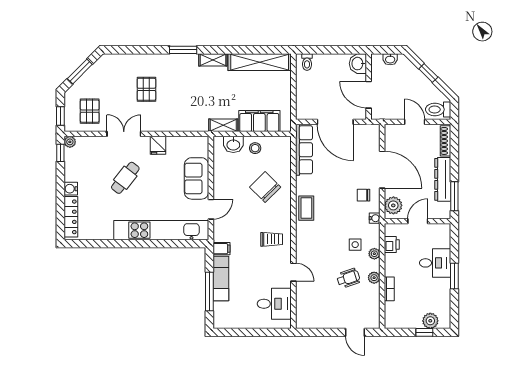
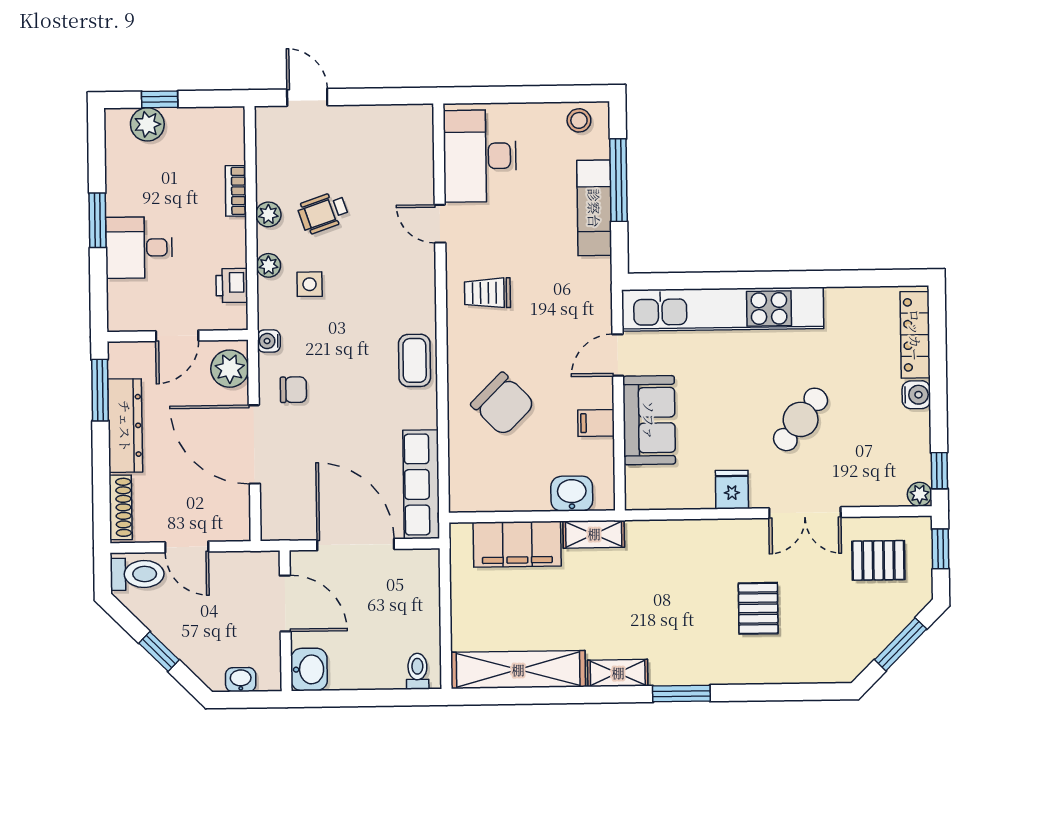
pallet: (90, 111) -> (878, 560), turned 90
stool: (255, 148) -> (579, 120), moved
filing cabinet: (221, 249) -> (596, 423), moved
desk: (274, 304) -> (480, 156), width x1.37

